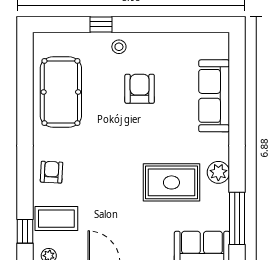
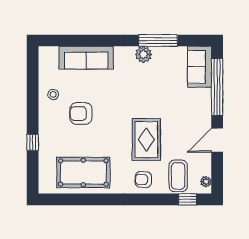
stool: (119, 47) -> (53, 94), moved
rug: (171, 182) -> (146, 140), moved
window: (237, 218) -> (158, 40), moved

